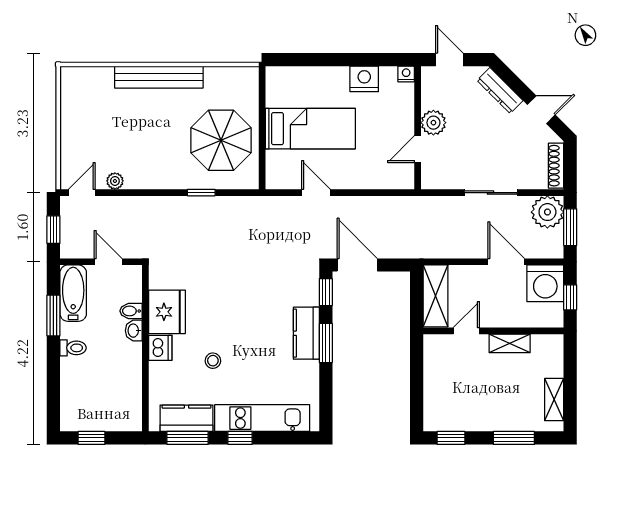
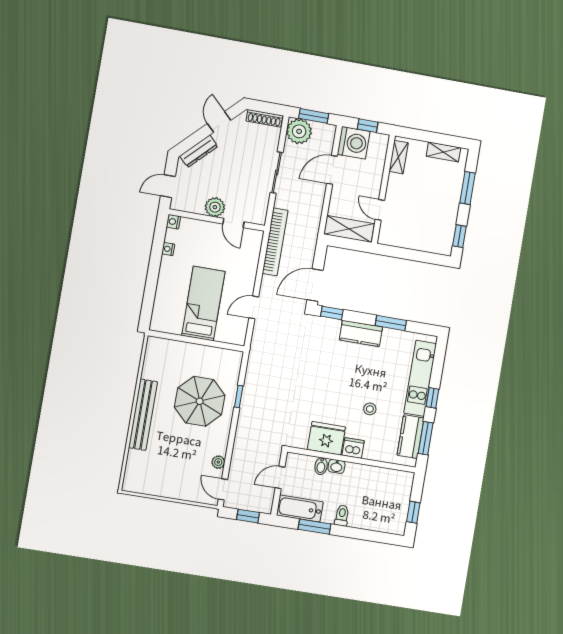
nightstand: (364, 79) -> (168, 249), width x0.53, depth x0.56
parasol: (221, 140) -> (200, 401), moved
bookcase: (403, 205) -> (275, 242), added
window: (326, 343) -> (391, 323), moved
shelving: (510, 343) -> (399, 157), moved

